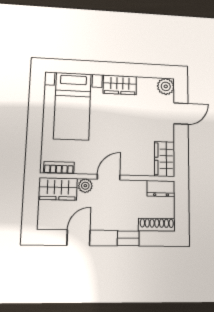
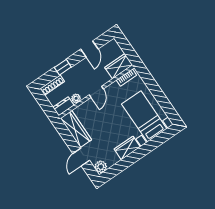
wardrobe: (165, 159) -> (76, 129), width x1.50
plant: (85, 186) -> (76, 98), moved

